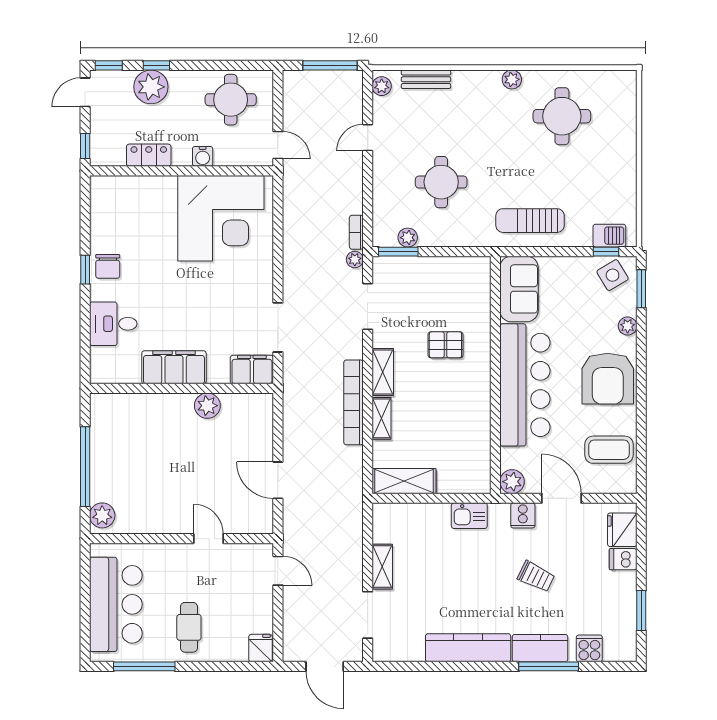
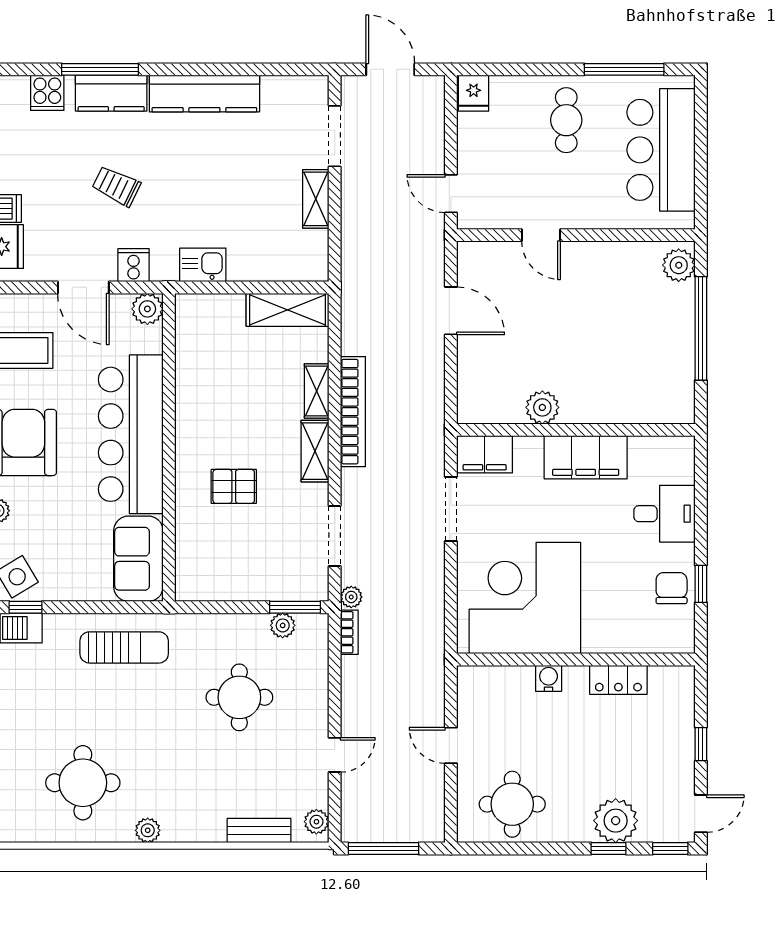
locker: (149, 155) -> (618, 680), moved
water cooler: (203, 156) -> (549, 678), moved
wall: (182, 171) -> (576, 660), moved
corner desk: (221, 218) -> (525, 598), moved

